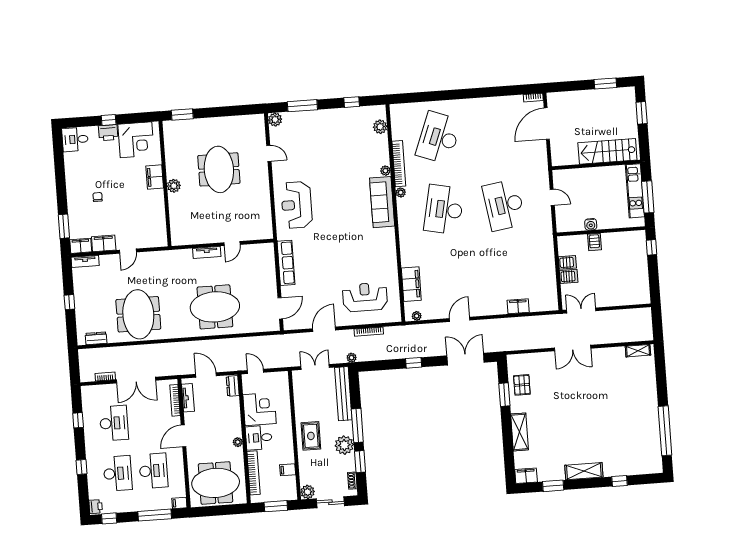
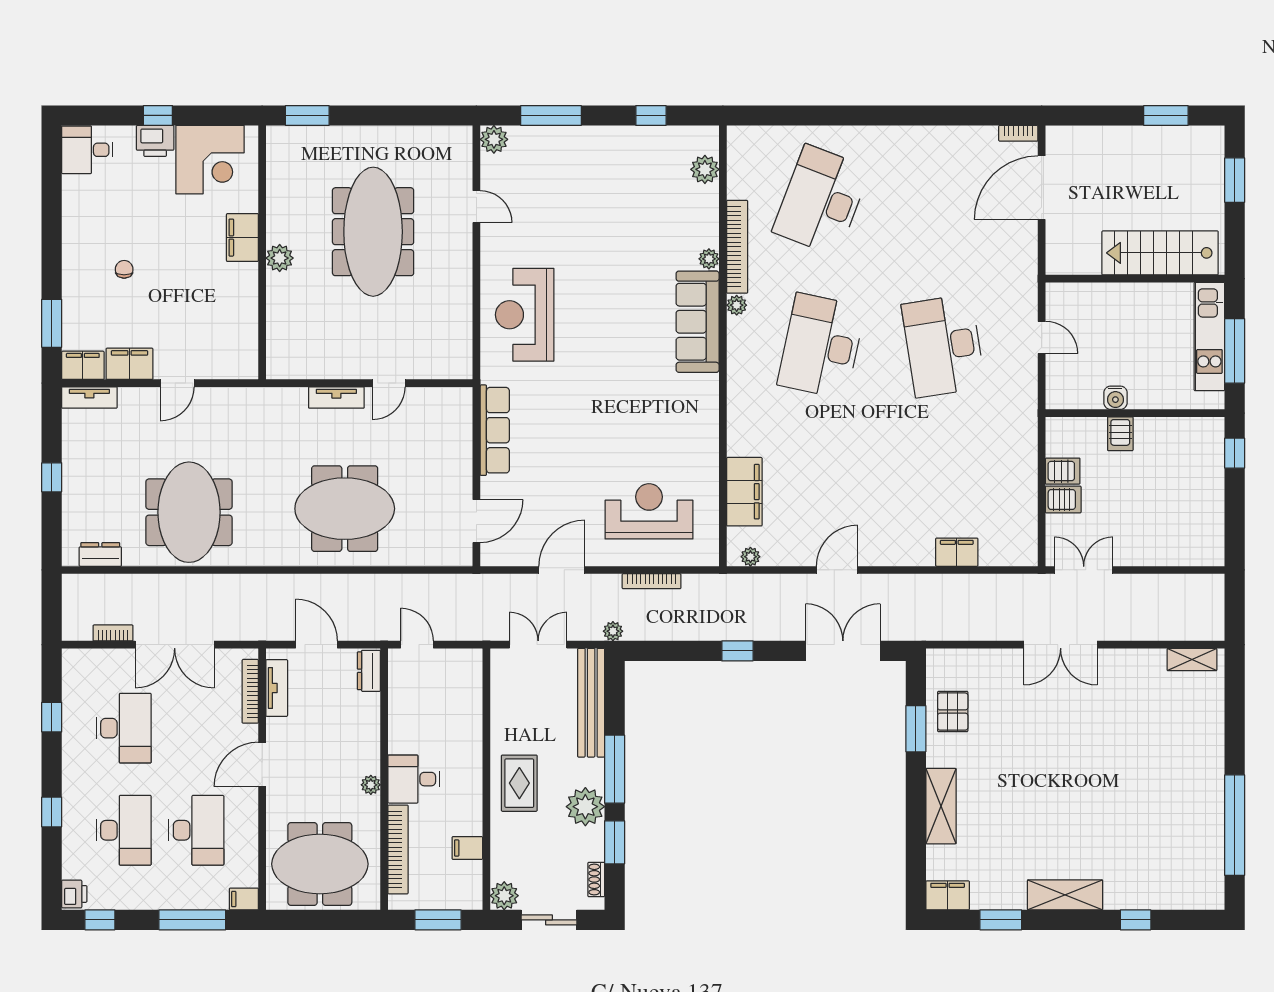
meeting table: (219, 169) -> (373, 232), width x1.36
corner desk: (260, 409) -> (420, 721), removed

